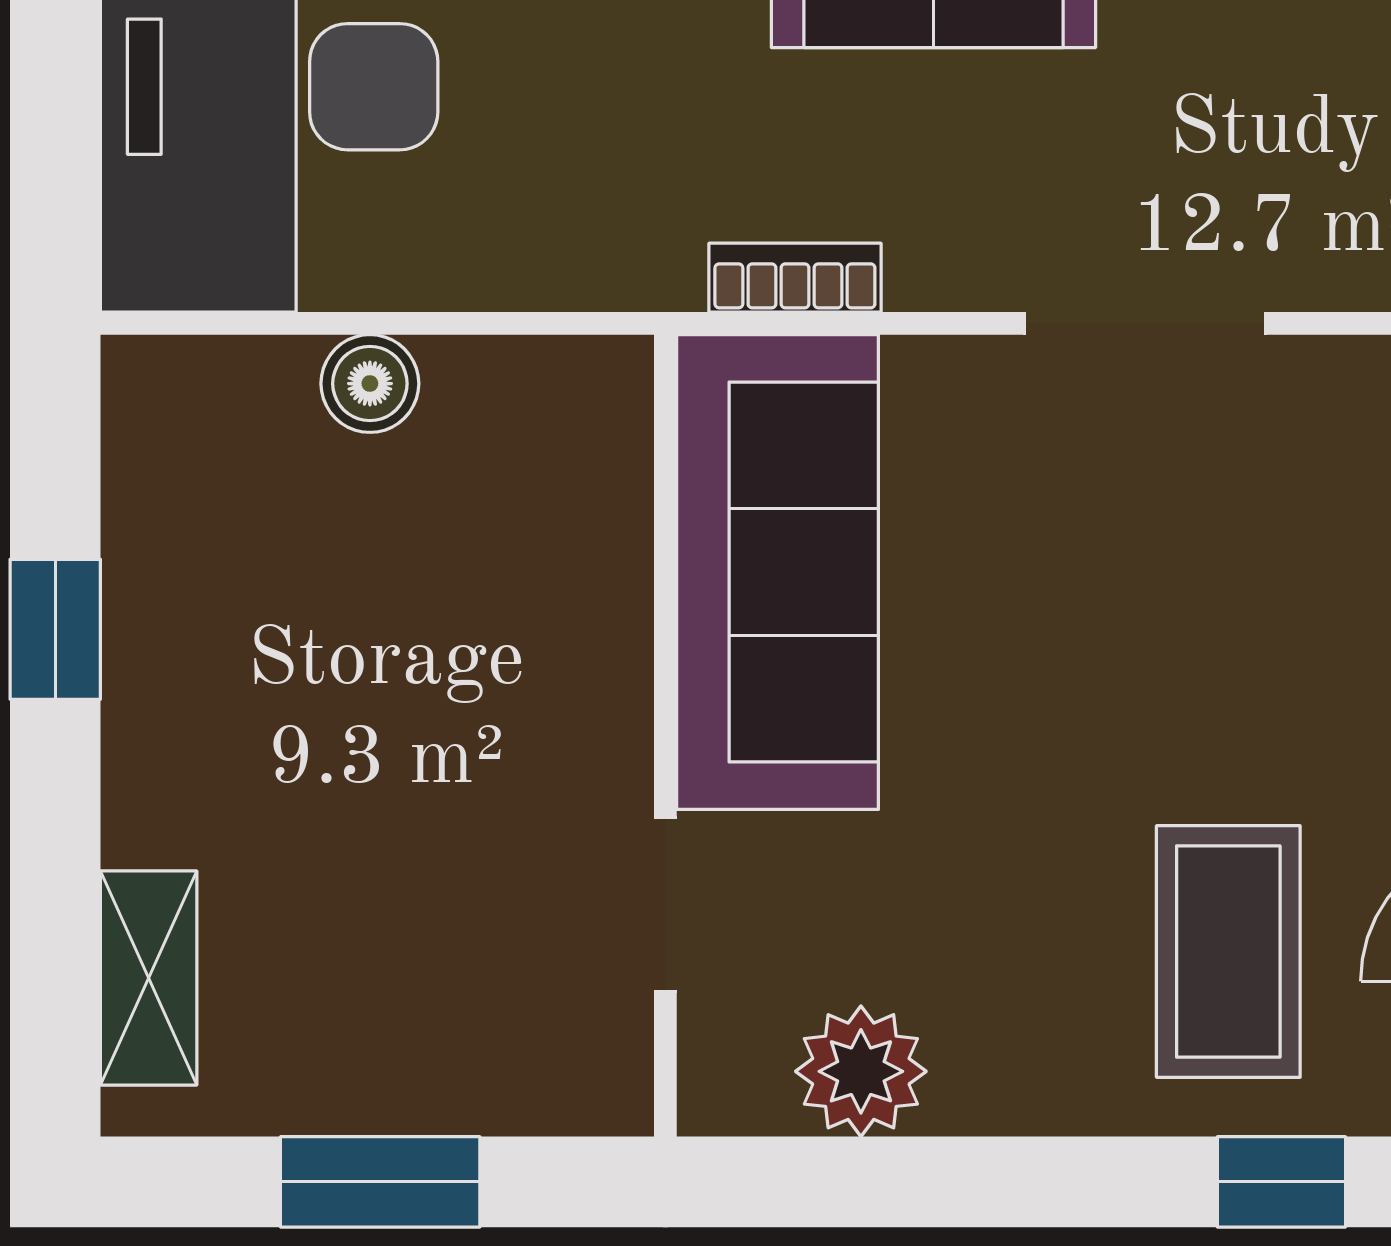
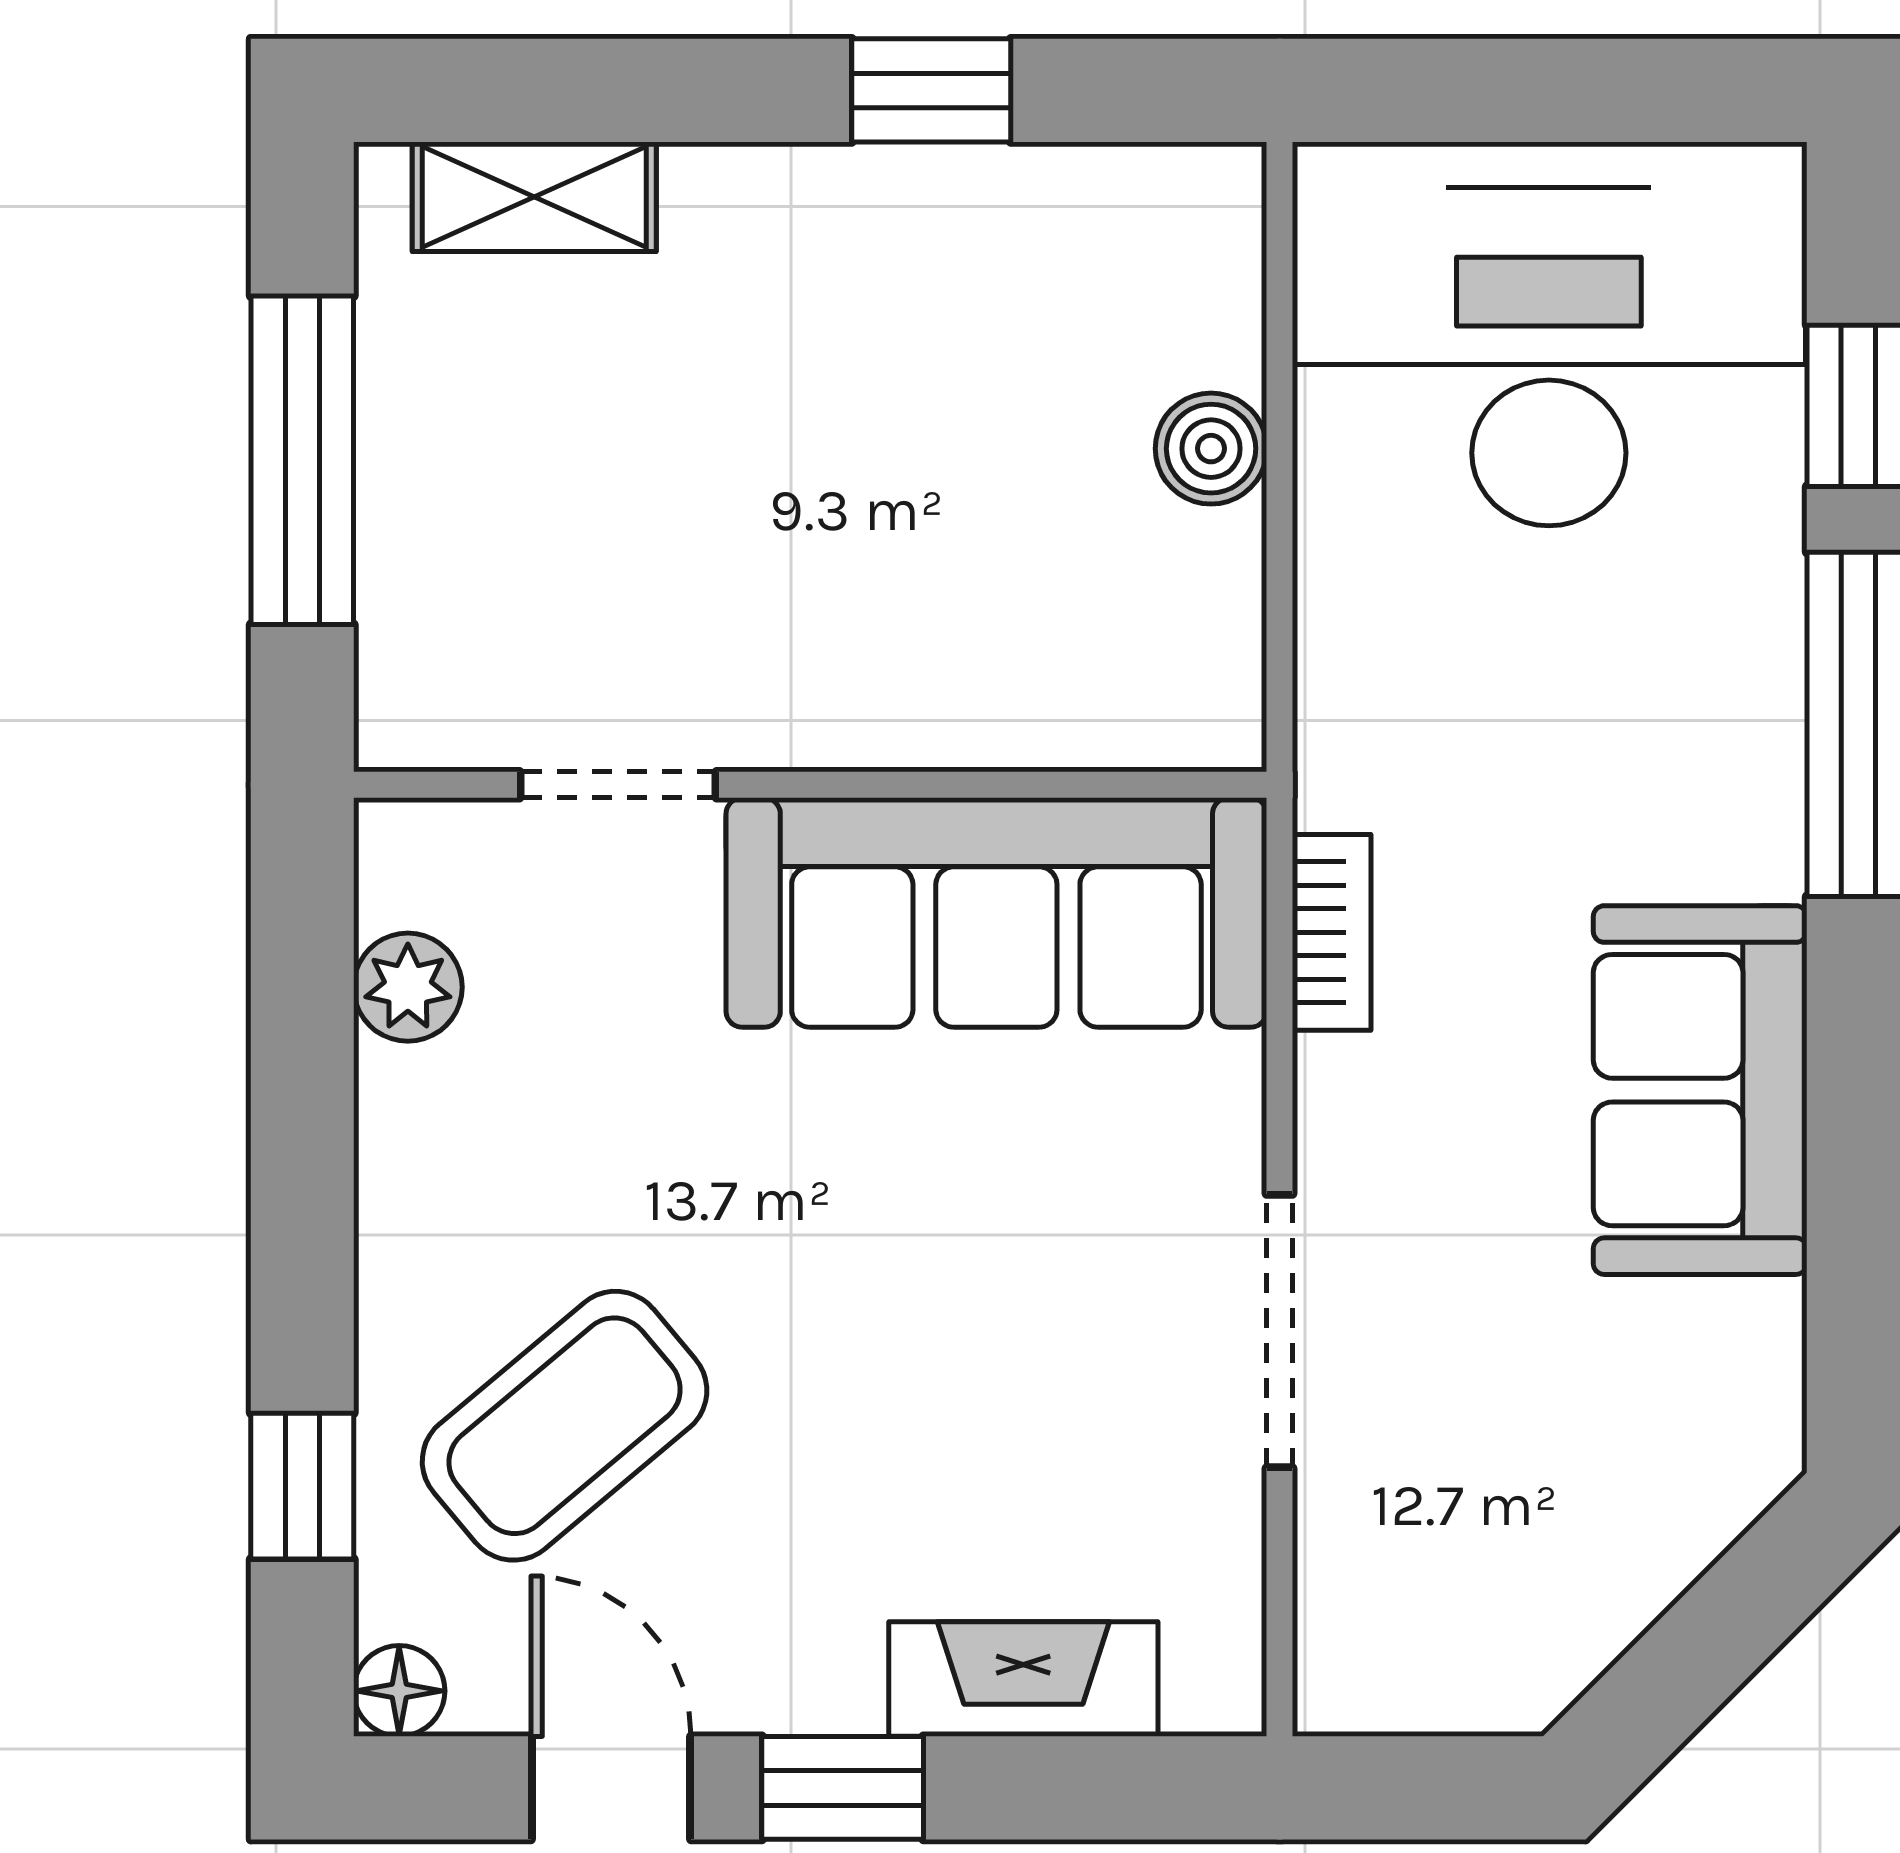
coffee table: (1228, 951) -> (565, 1426), turned -40
plant: (861, 1071) -> (408, 987), width x0.73, depth x0.73
window: (380, 1182) -> (302, 460), width x1.44

